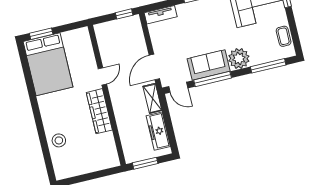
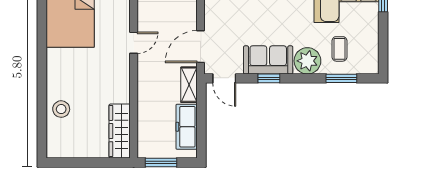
coffee table: (284, 36) -> (339, 49), moved
window: (268, 66) -> (341, 78), width x0.69
window: (213, 79) -> (269, 78), width x0.46
wardrobe: (99, 111) -> (120, 131), moved

